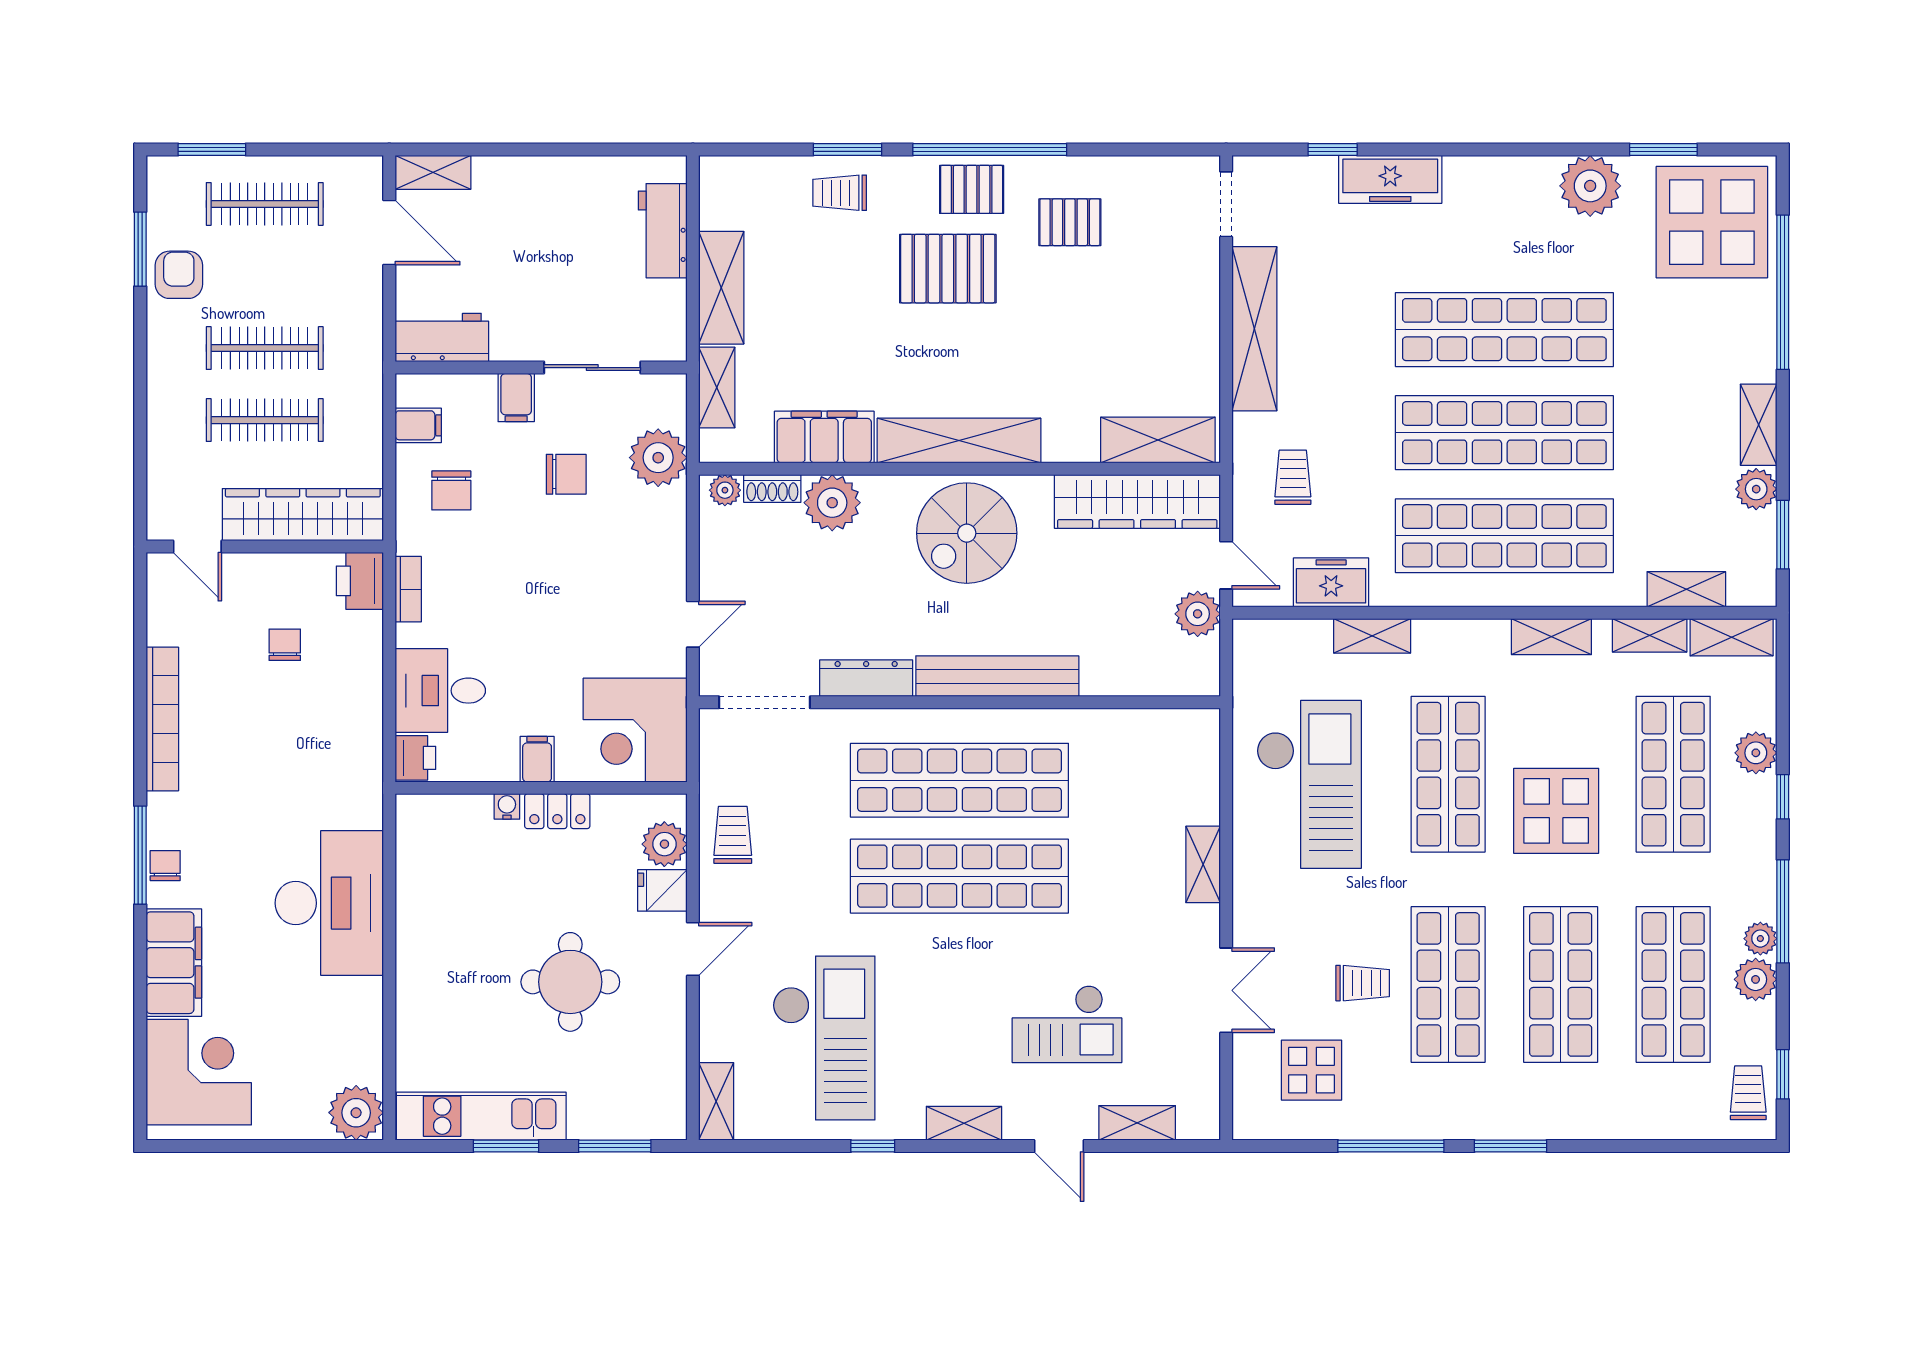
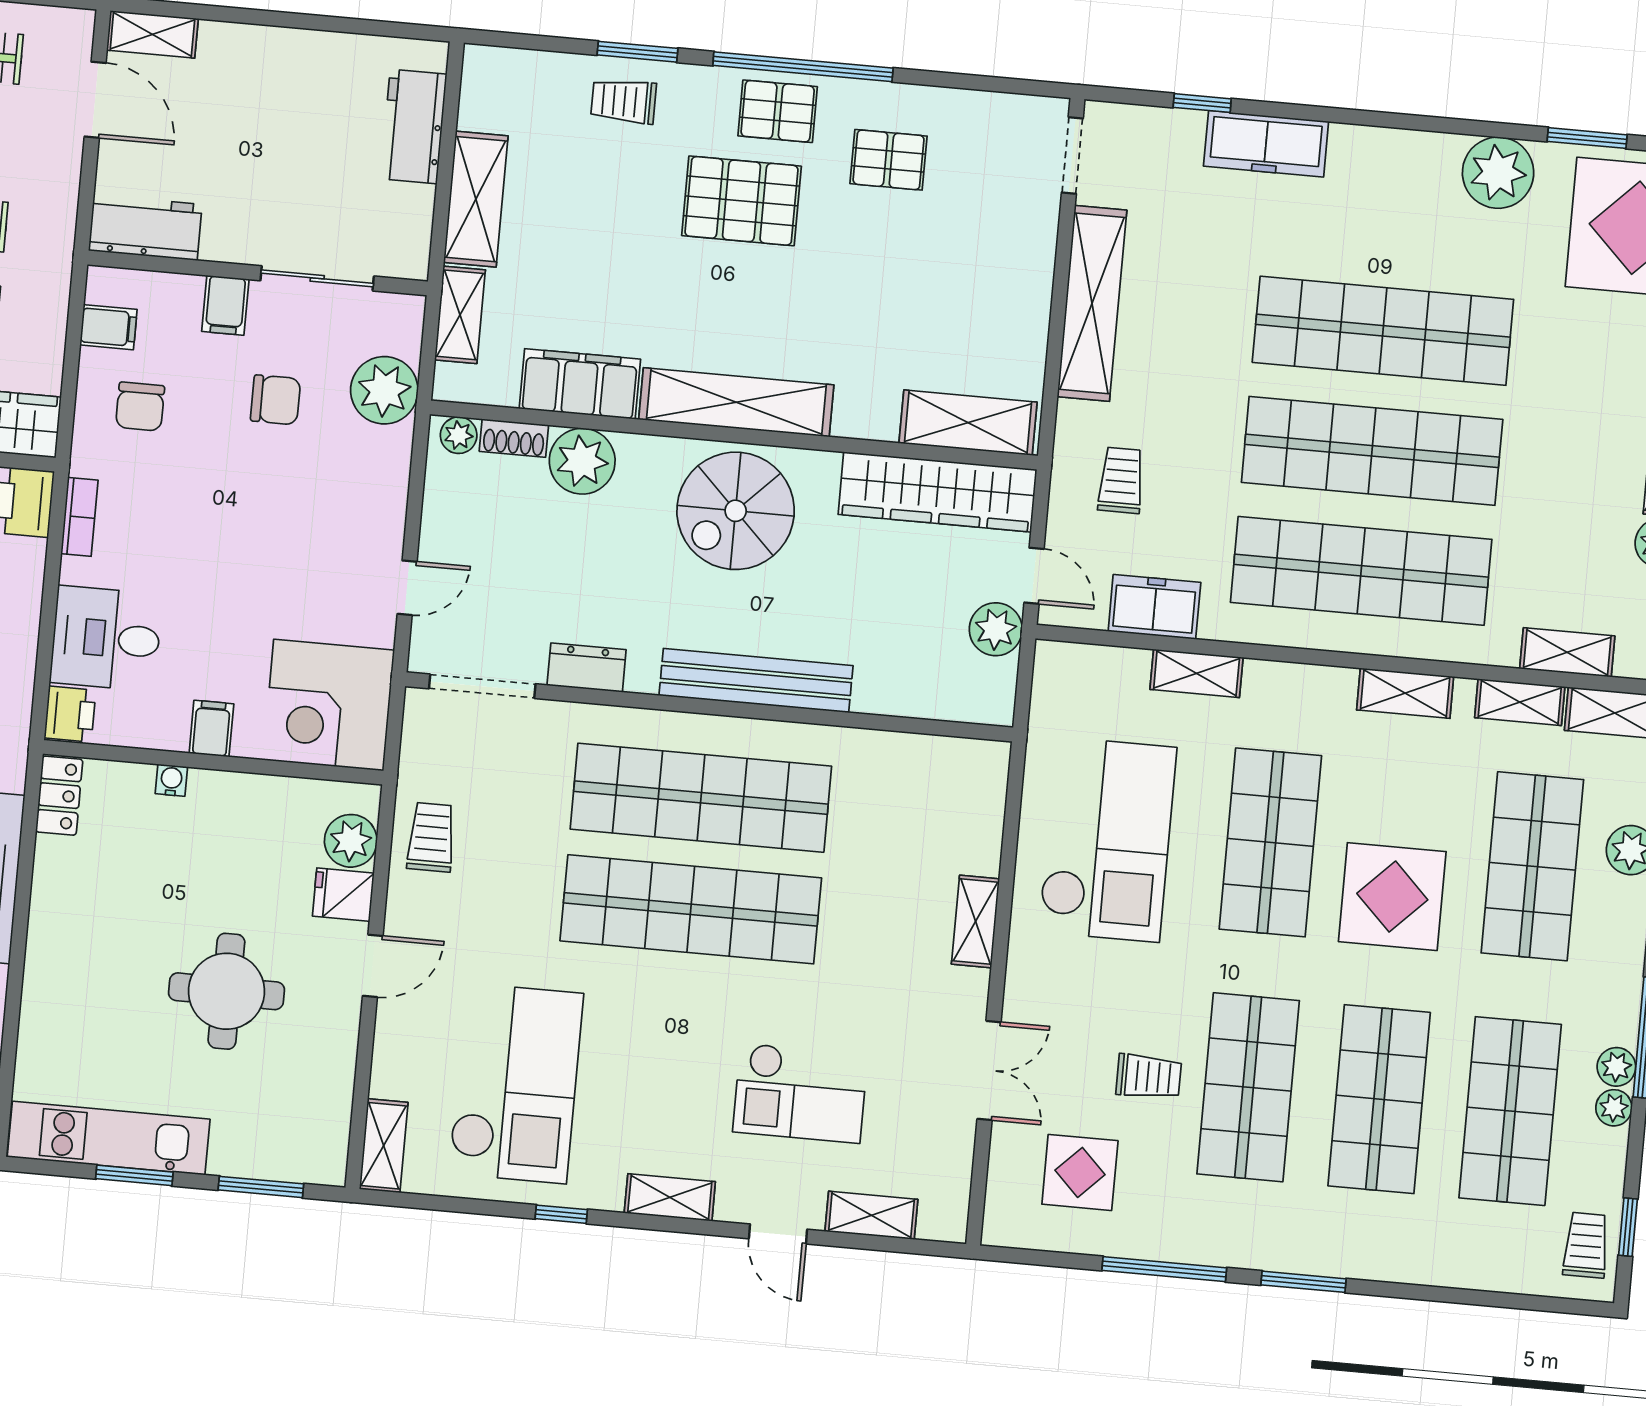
dresser: (866, 678) -> (587, 668), width x0.70
locker: (557, 811) -> (59, 796), moved, turned -90
plant: (1756, 979) -> (1614, 1108), width x0.73, depth x0.73

